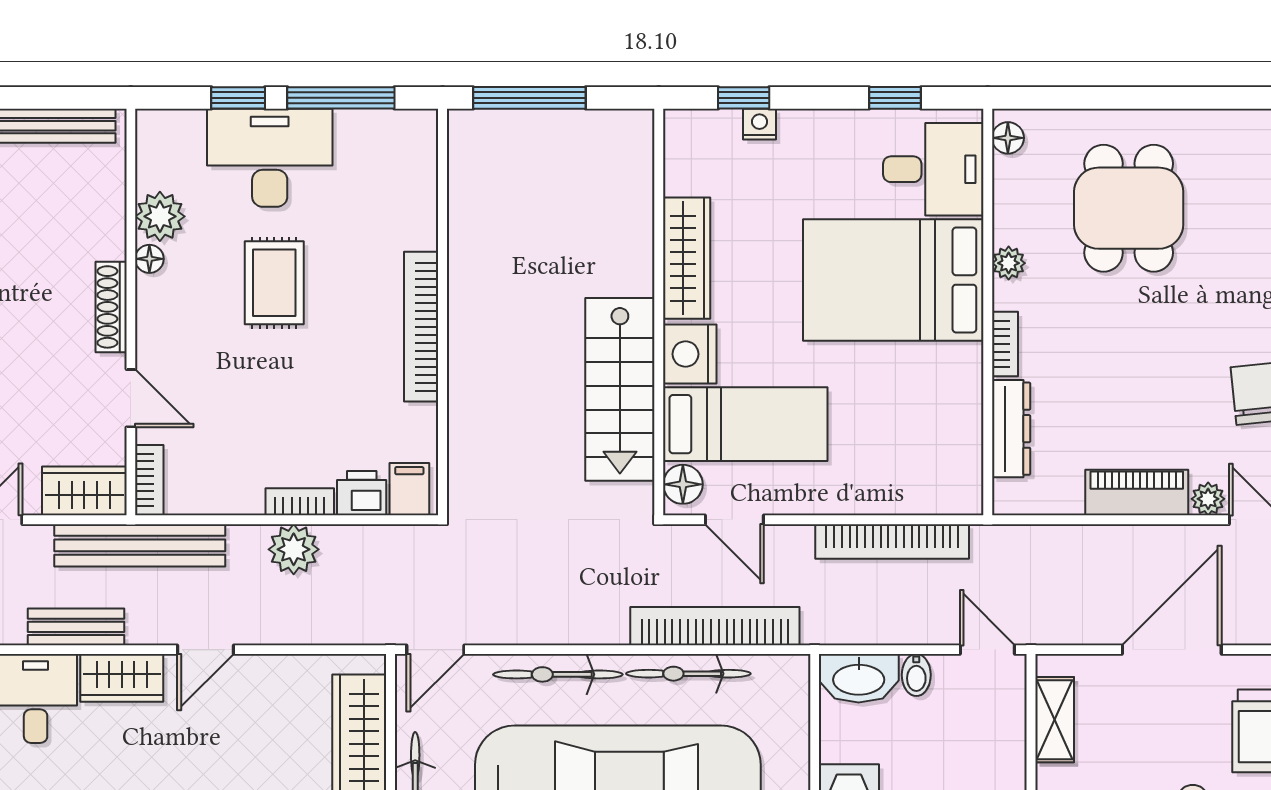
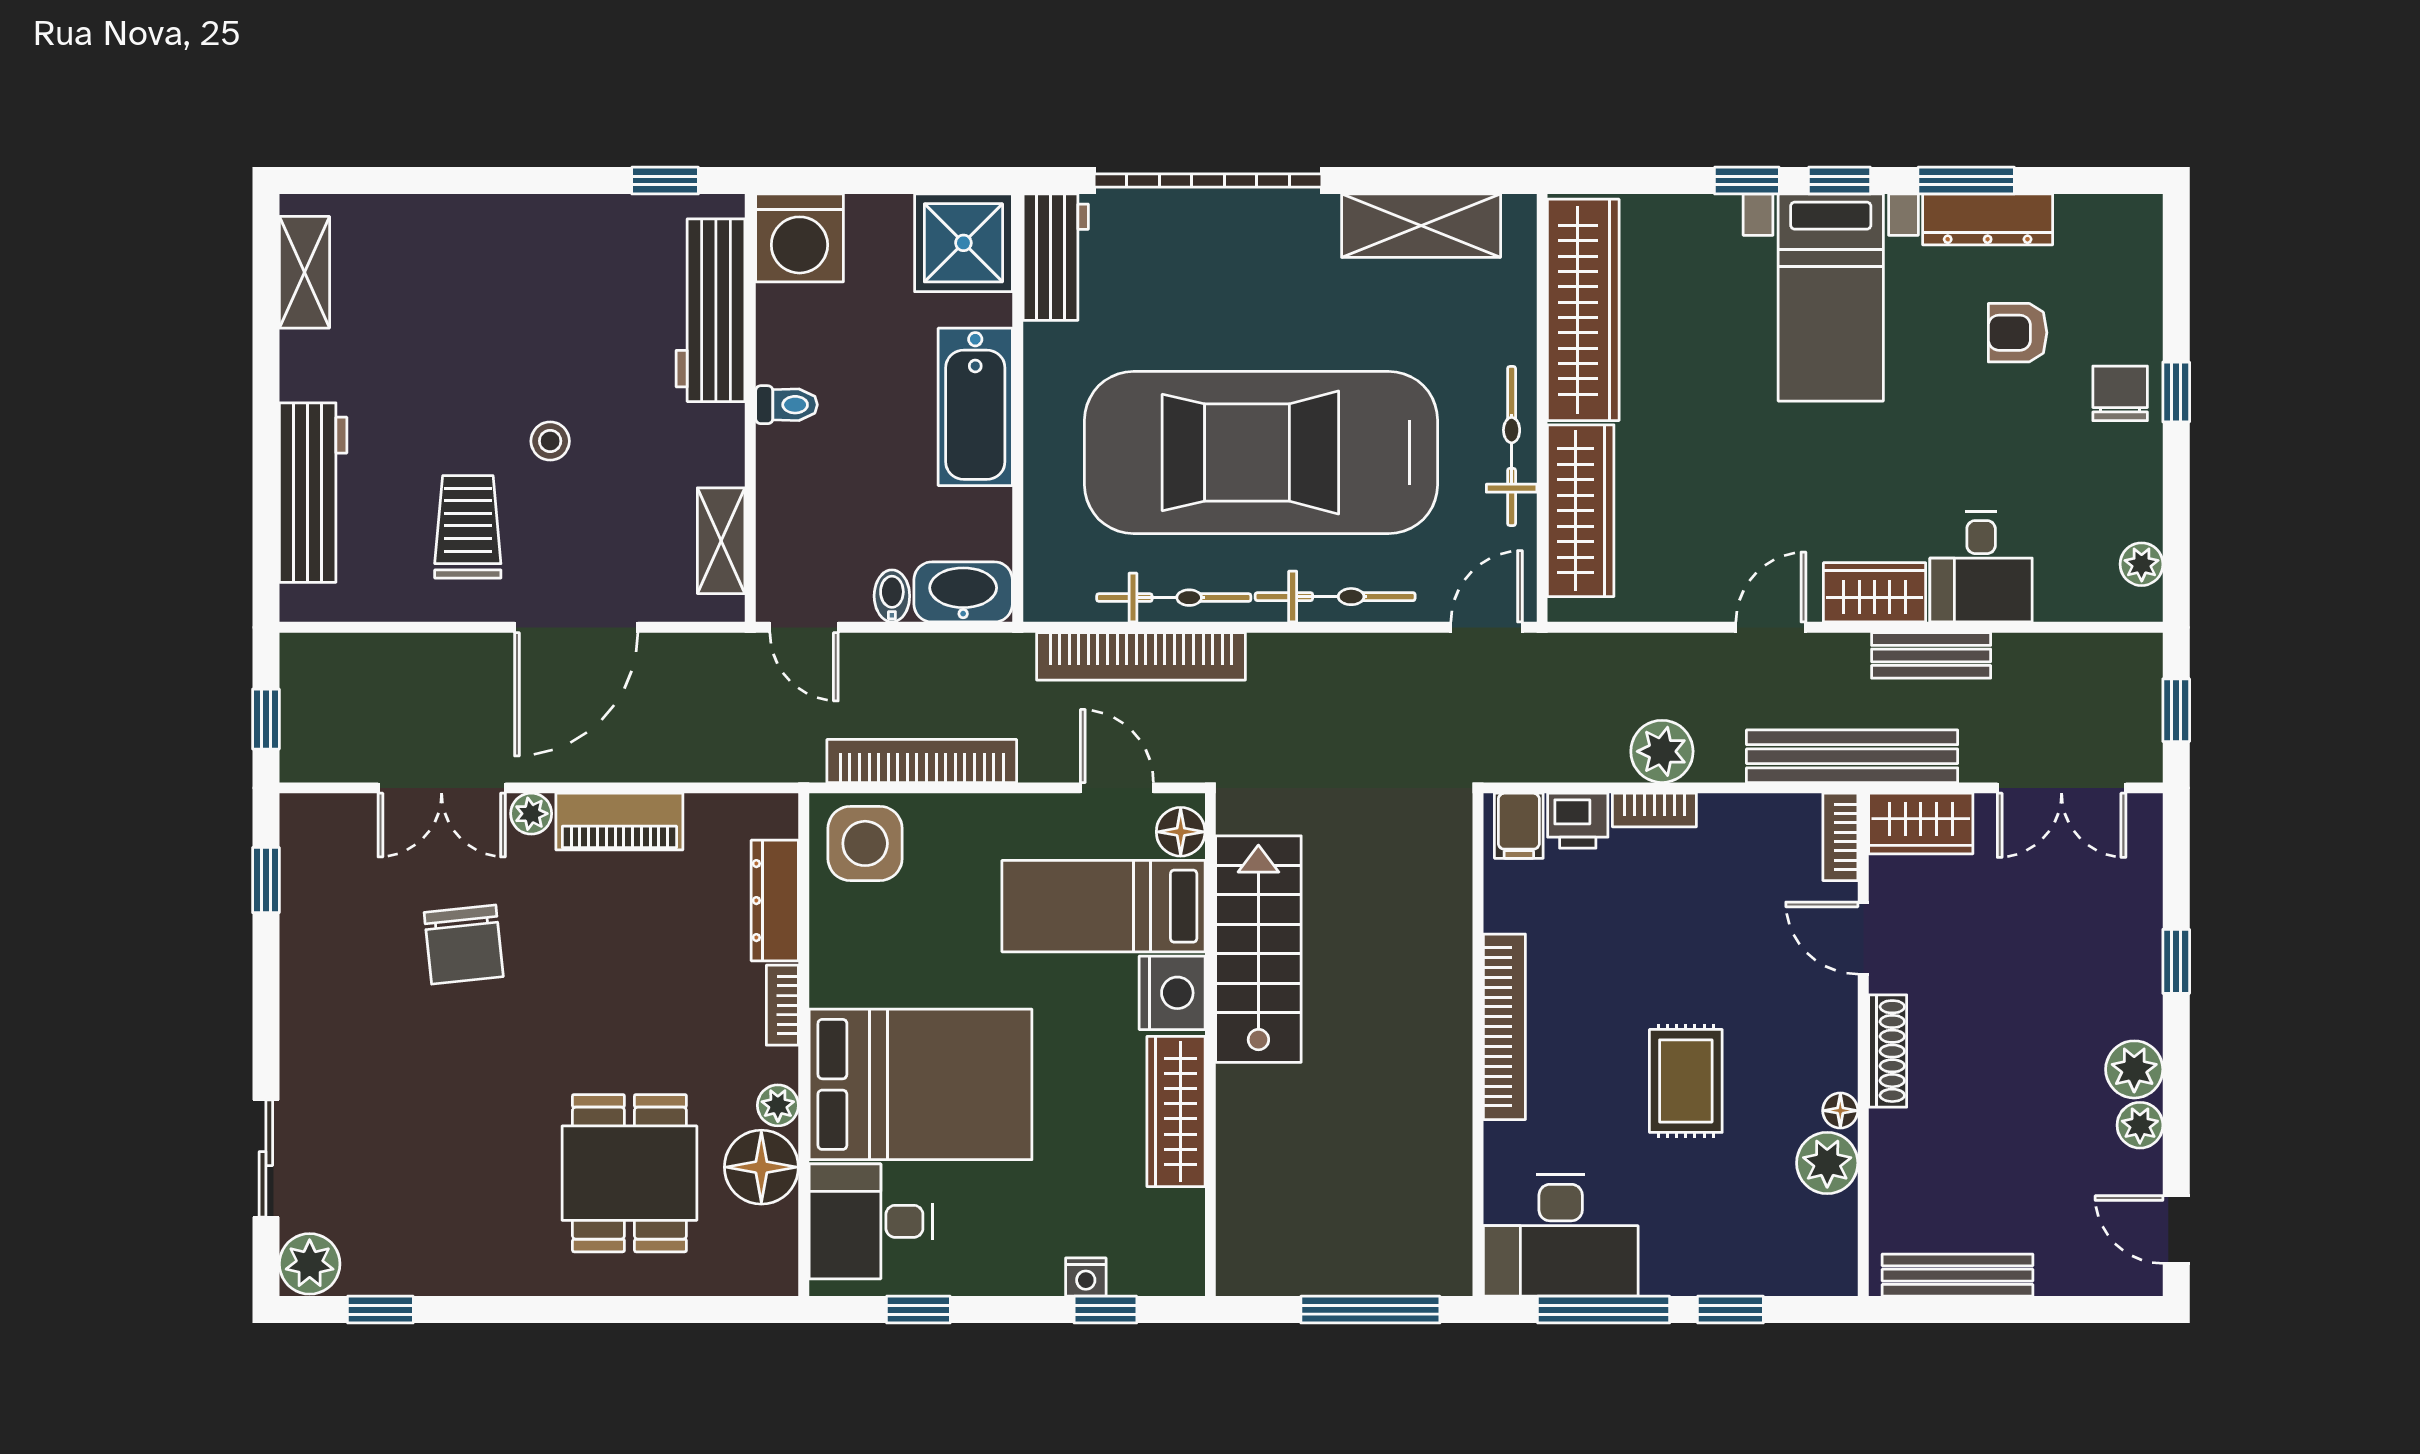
floor lamp: (1008, 138) -> (761, 1167), moved, width x1.89, depth x1.89
desk: (270, 158) -> (1561, 1235), moved
side table: (938, 475) -> (865, 843), added

